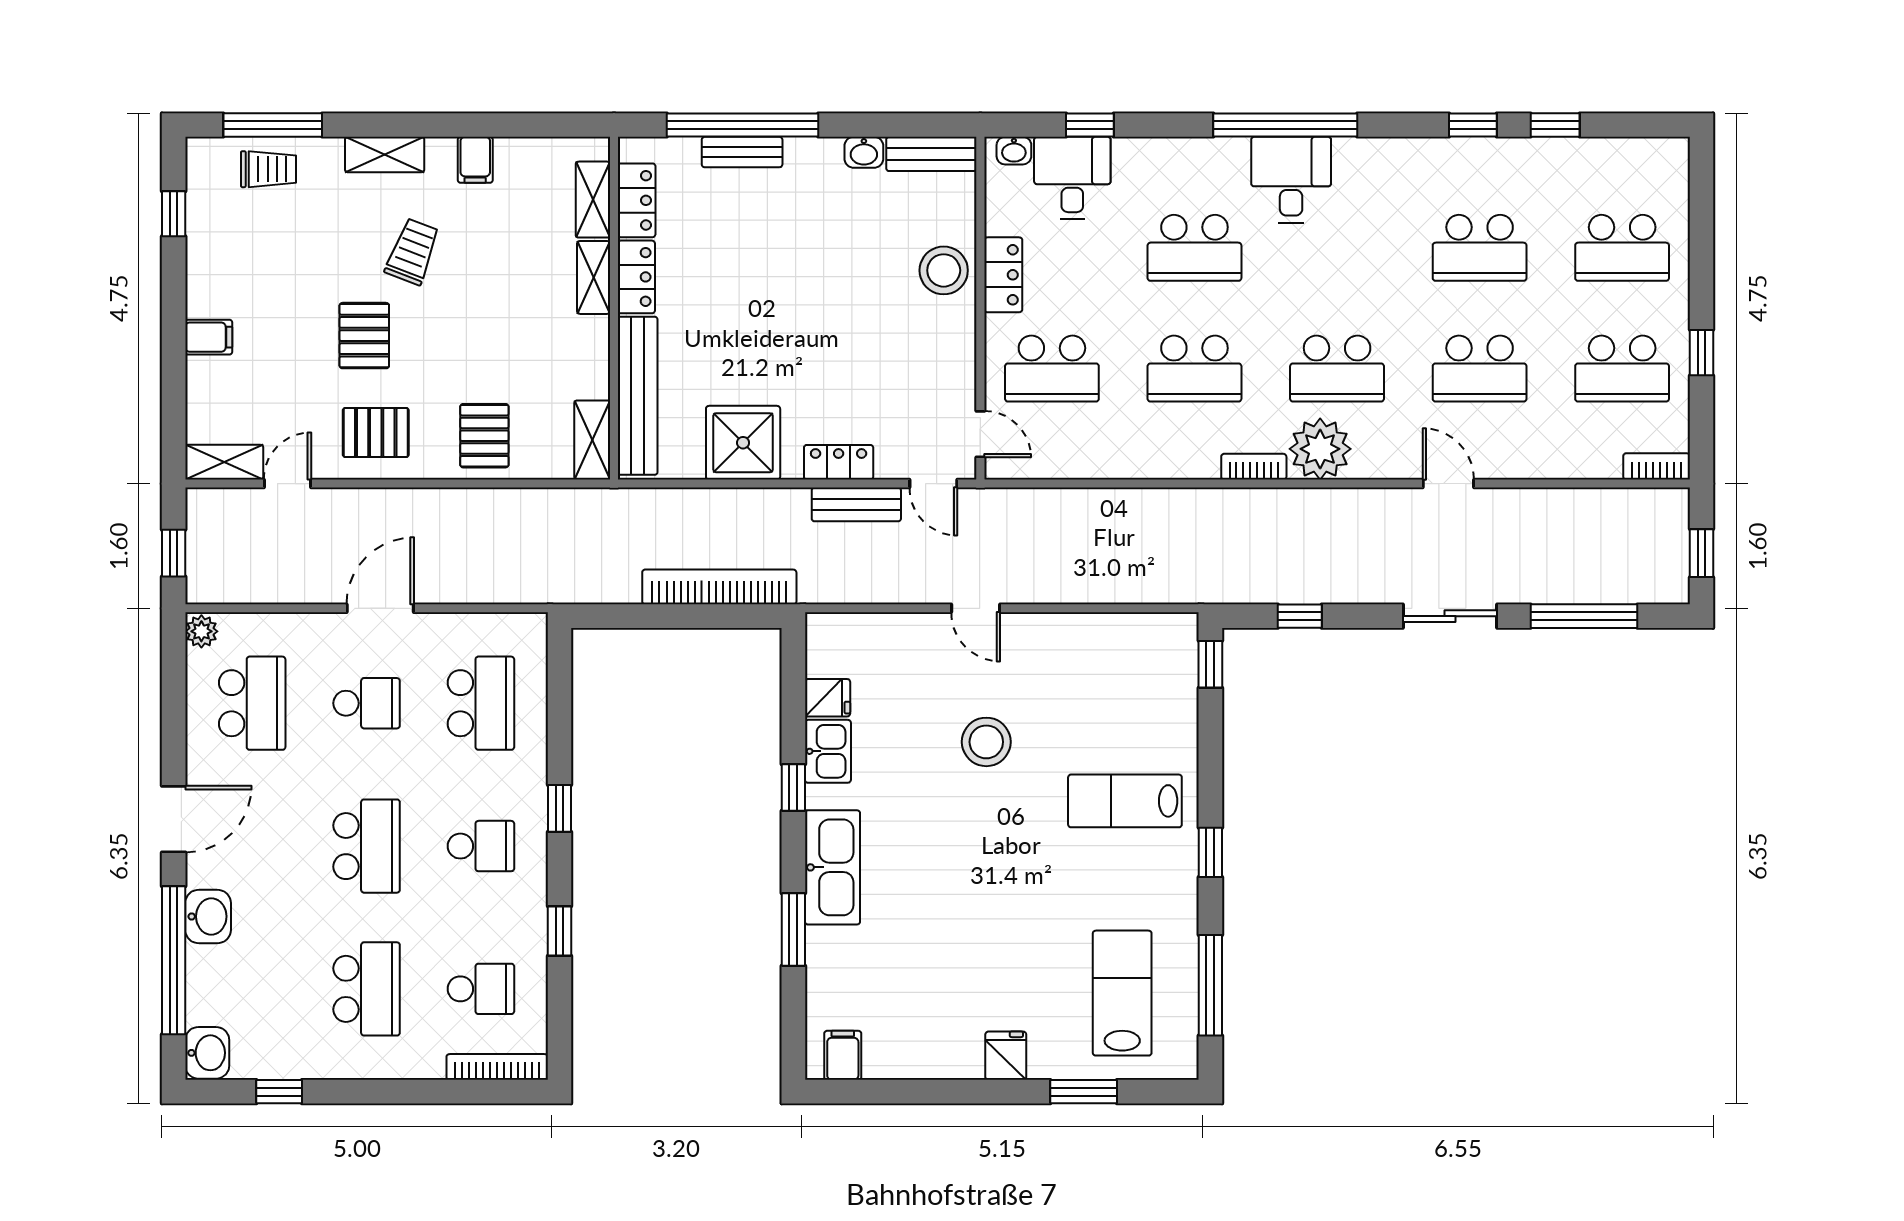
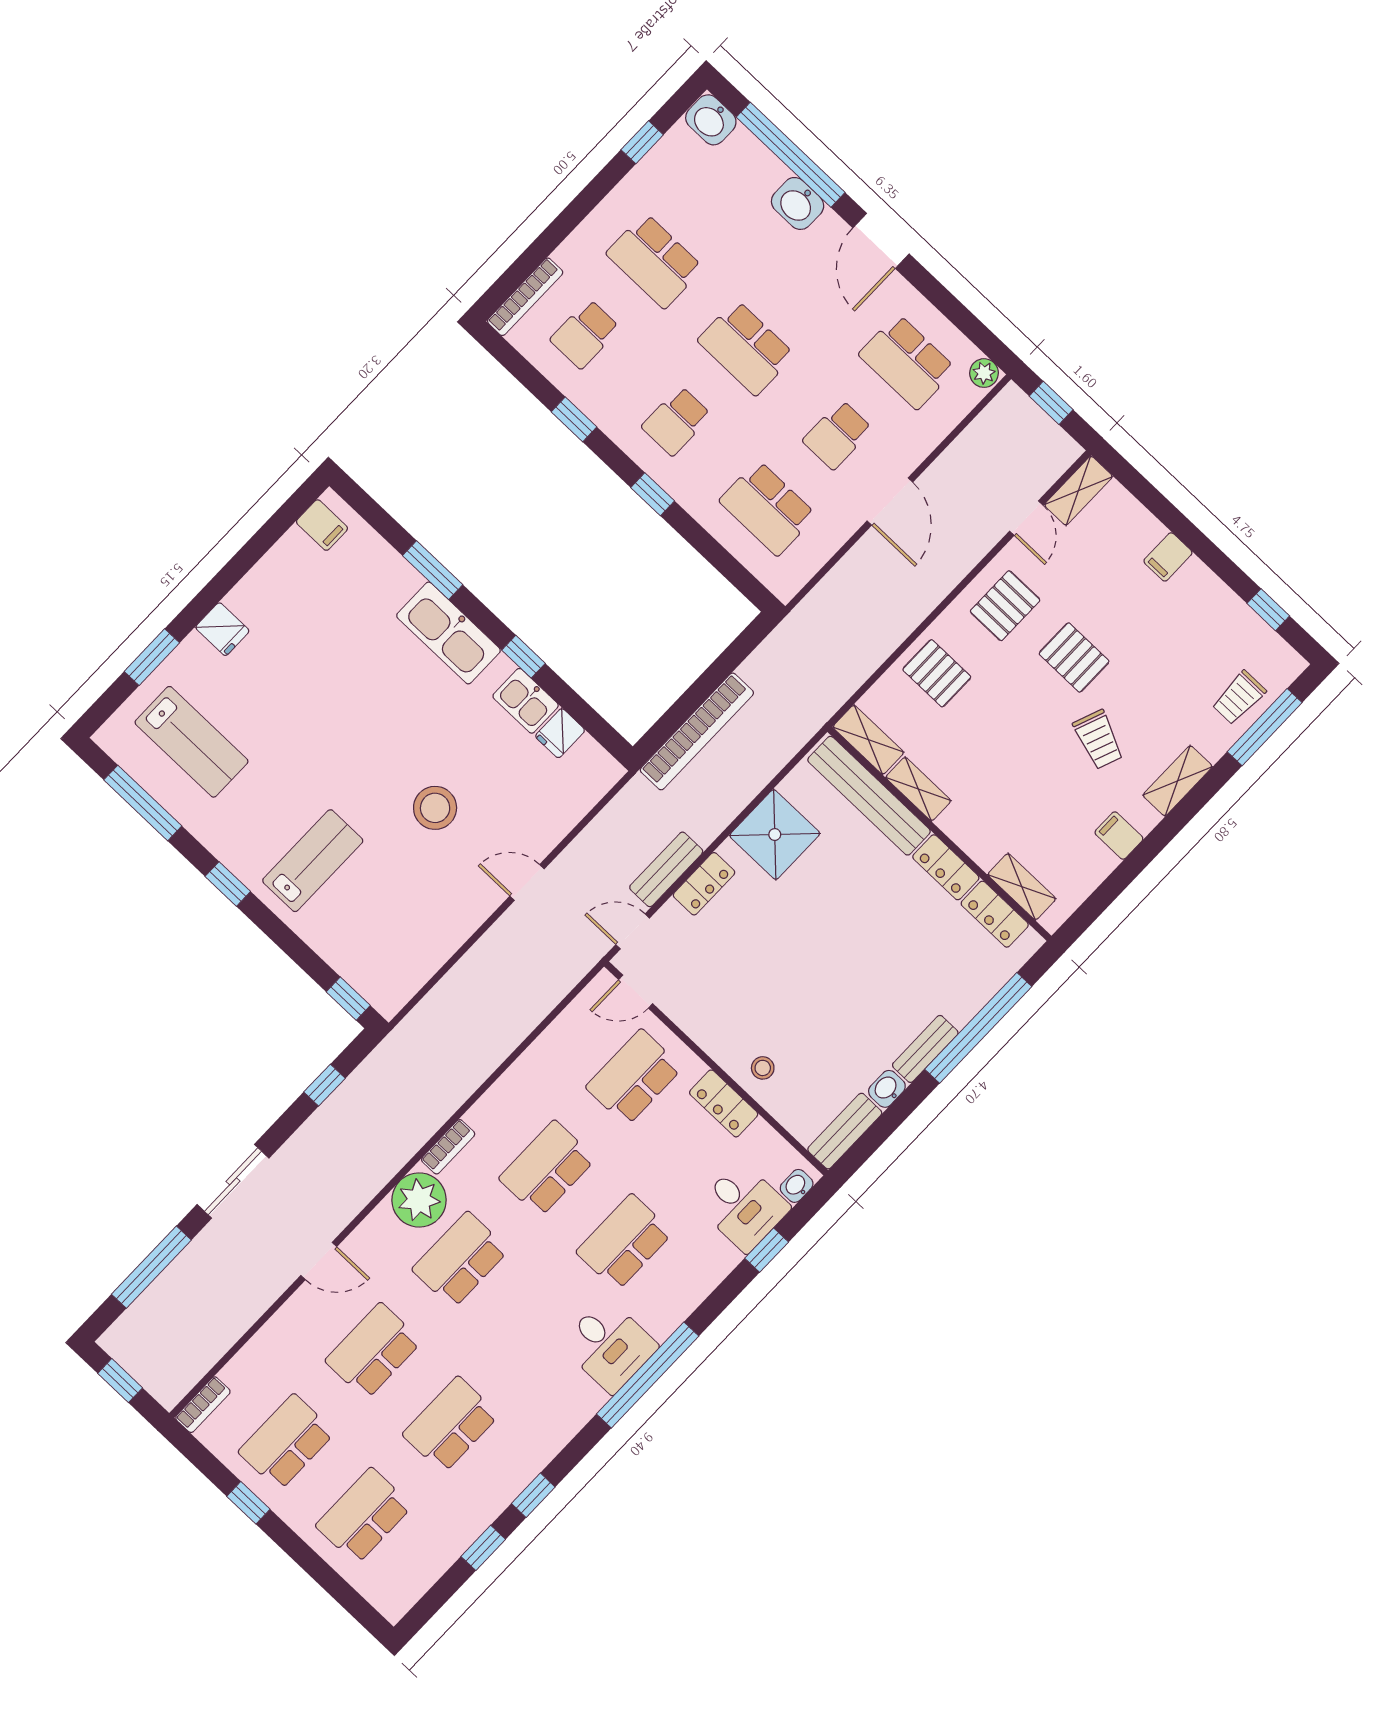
bench: (742, 152) -> (925, 1049), moved
stool: (944, 270) -> (763, 1068), width x0.53, depth x0.53
shelving: (594, 277) -> (918, 789), moved

